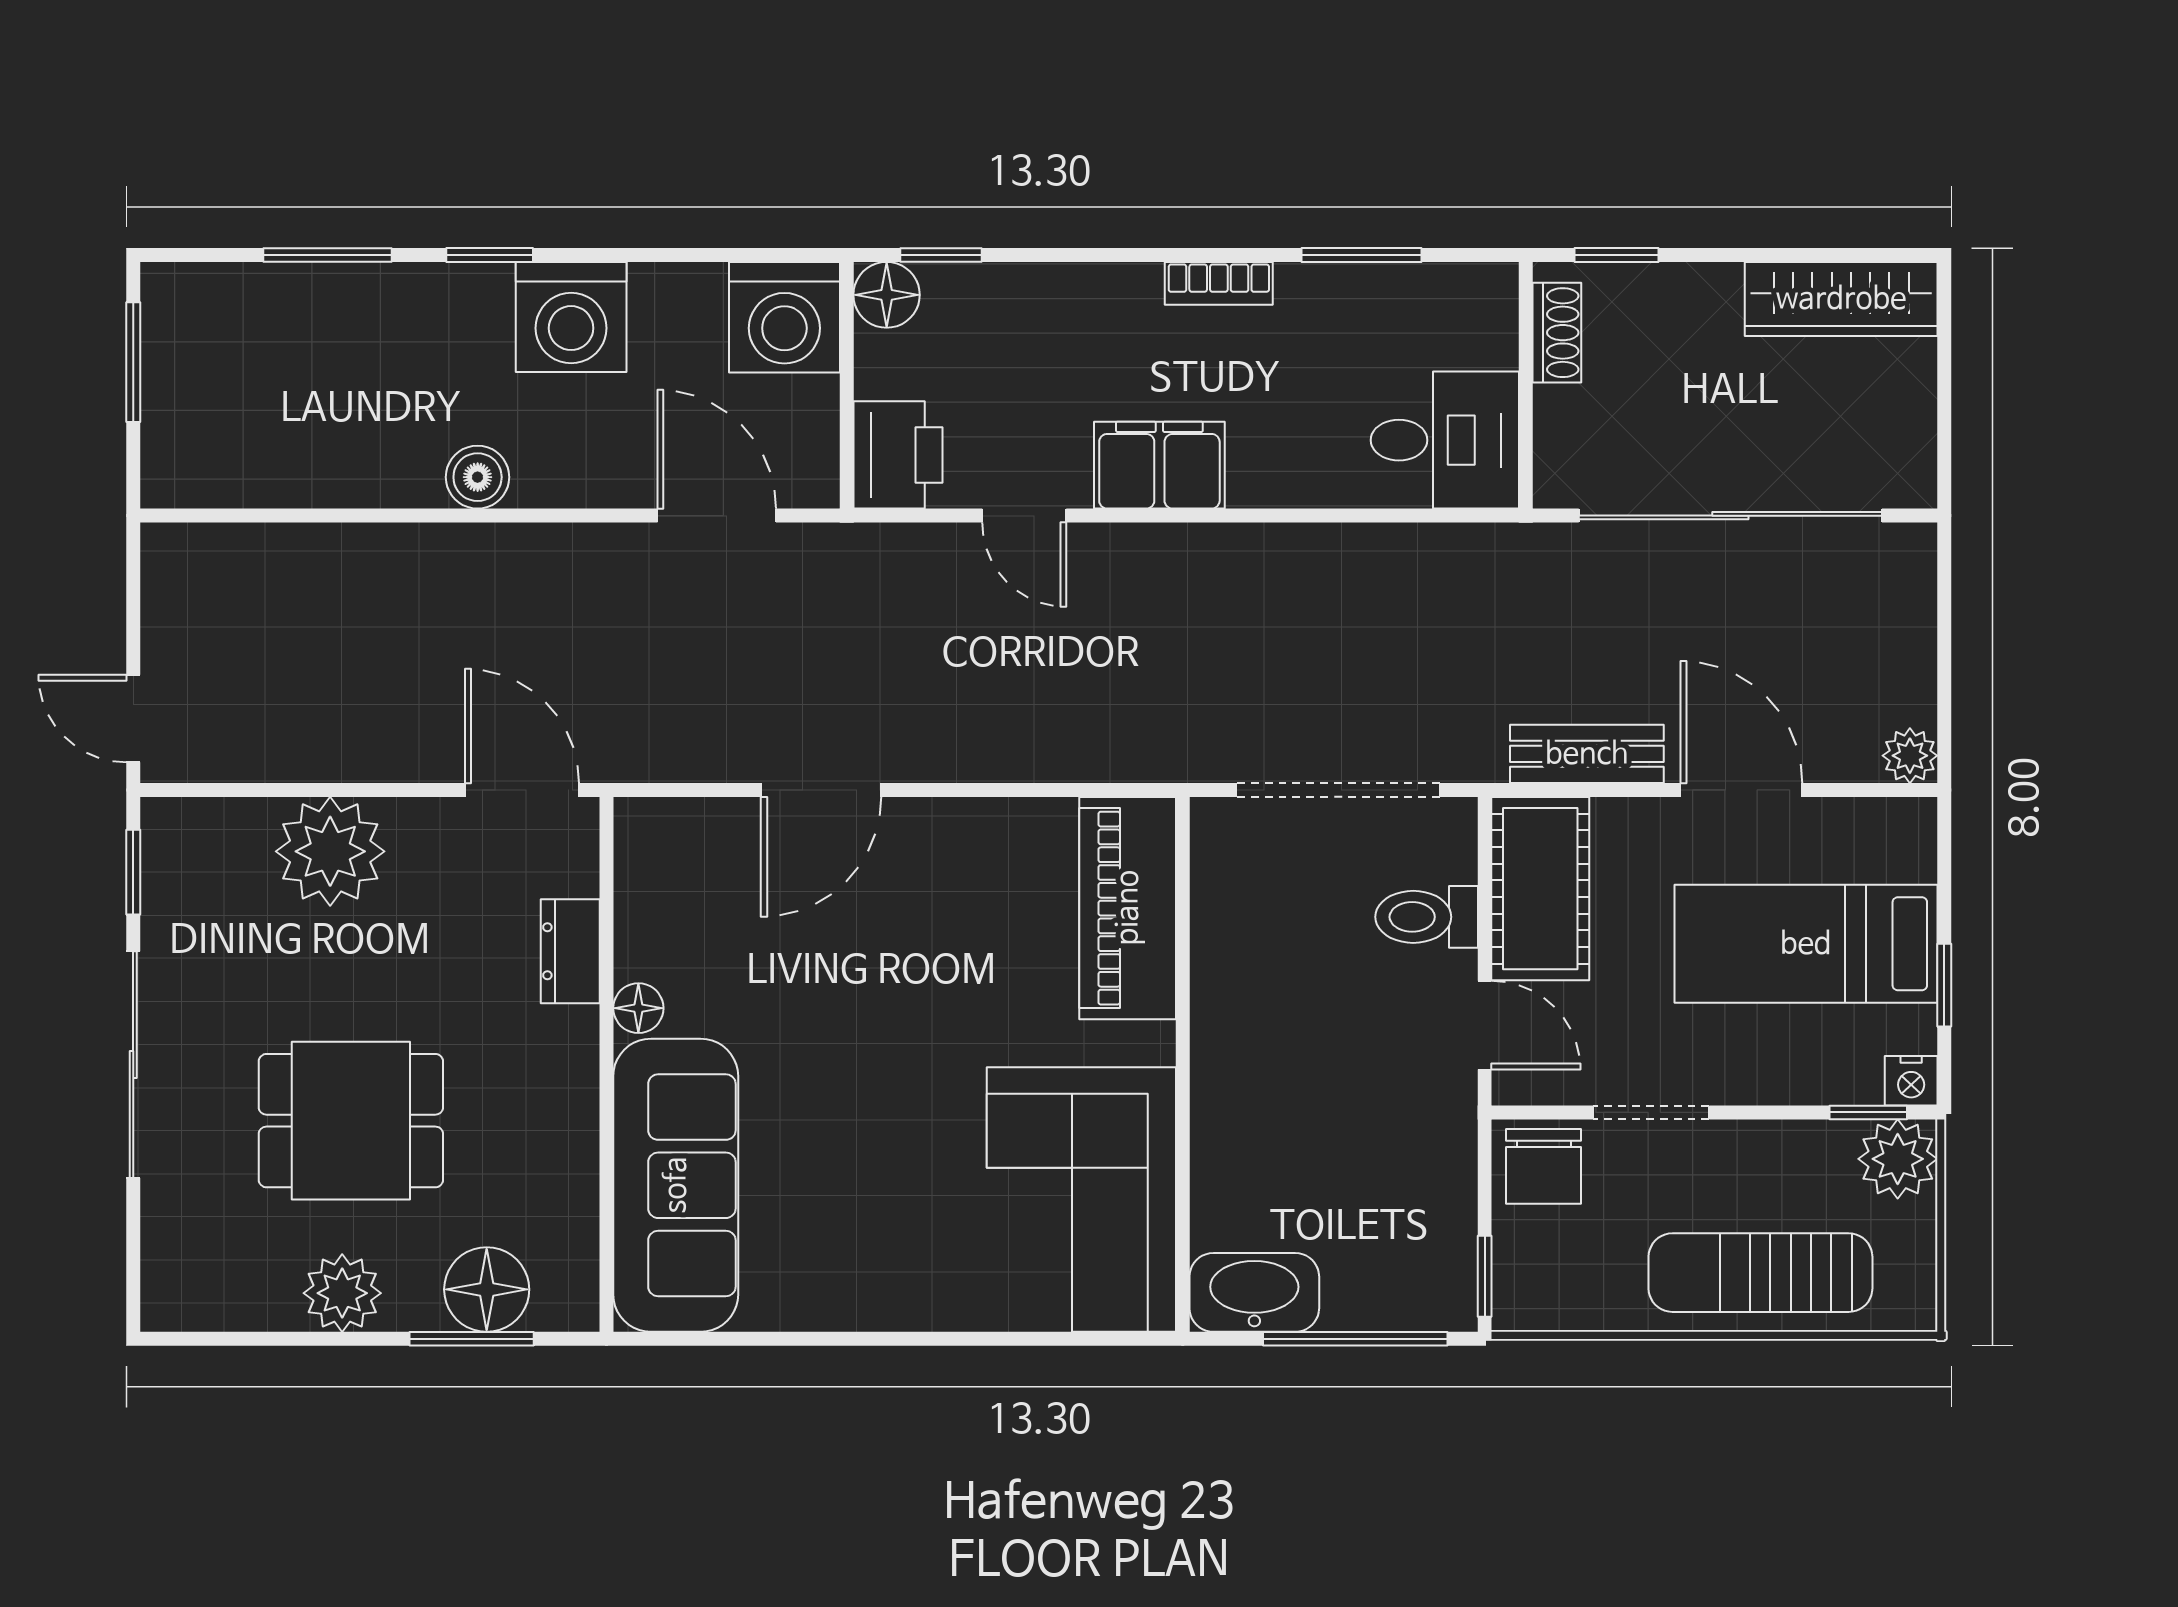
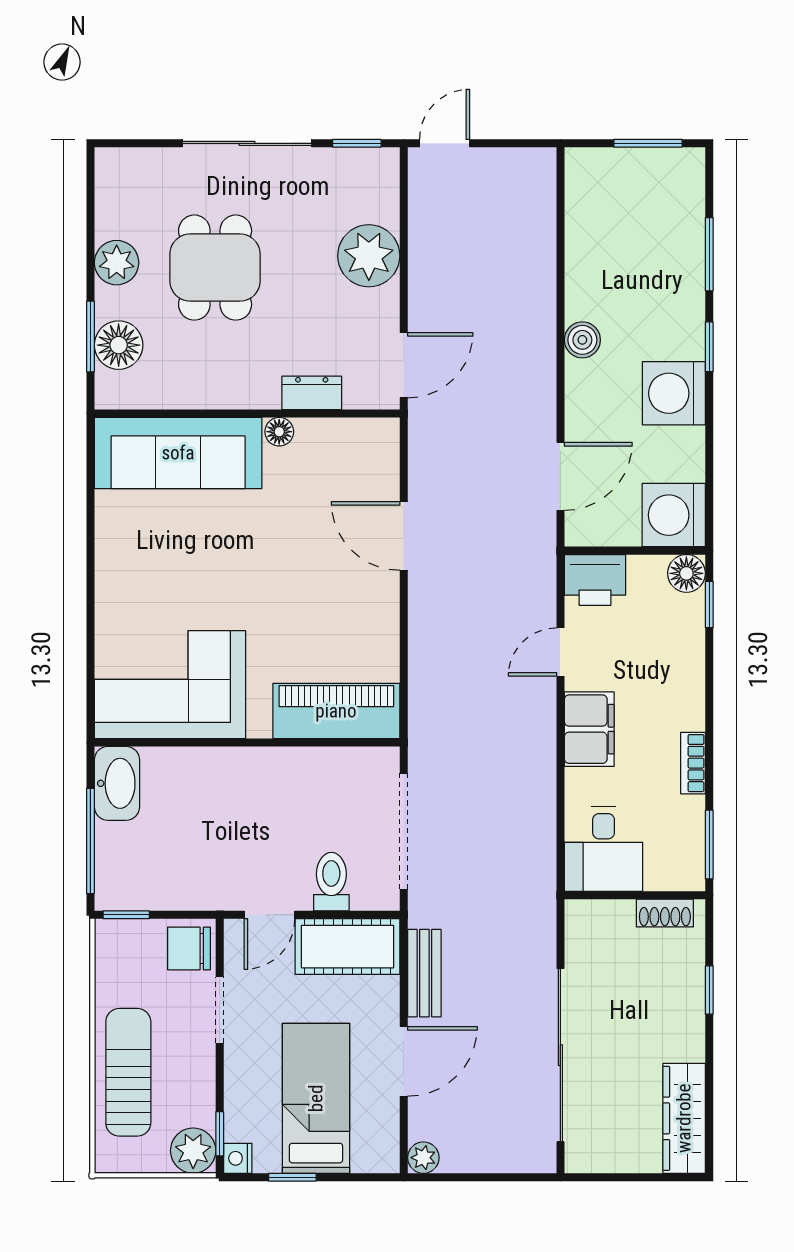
shoe rack: (1557, 333) -> (665, 913), moved
wall: (1526, 385) -> (635, 895), moved
desk: (1445, 440) -> (604, 849), moved

